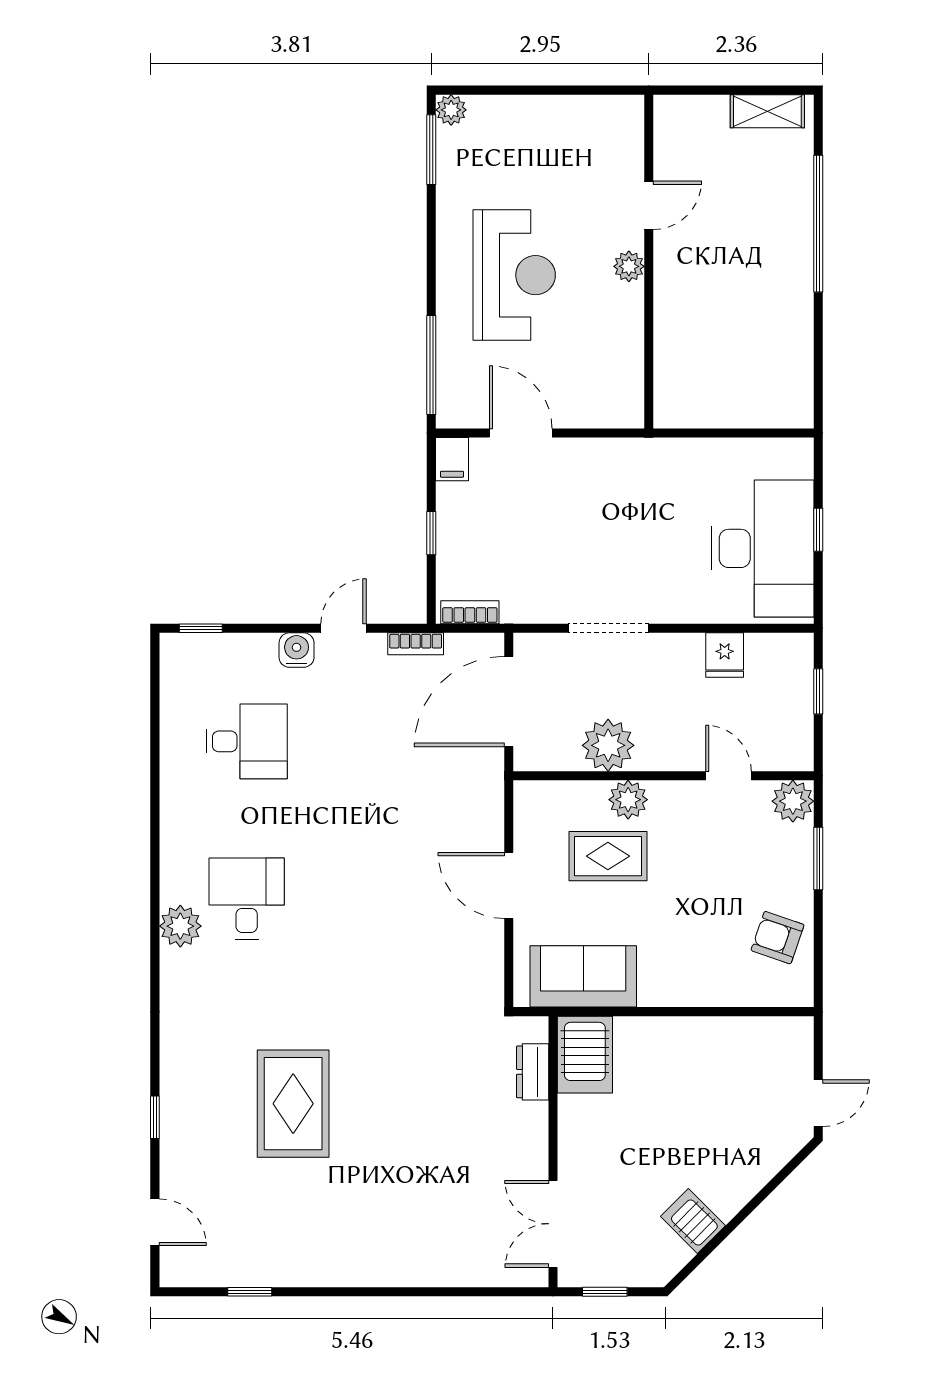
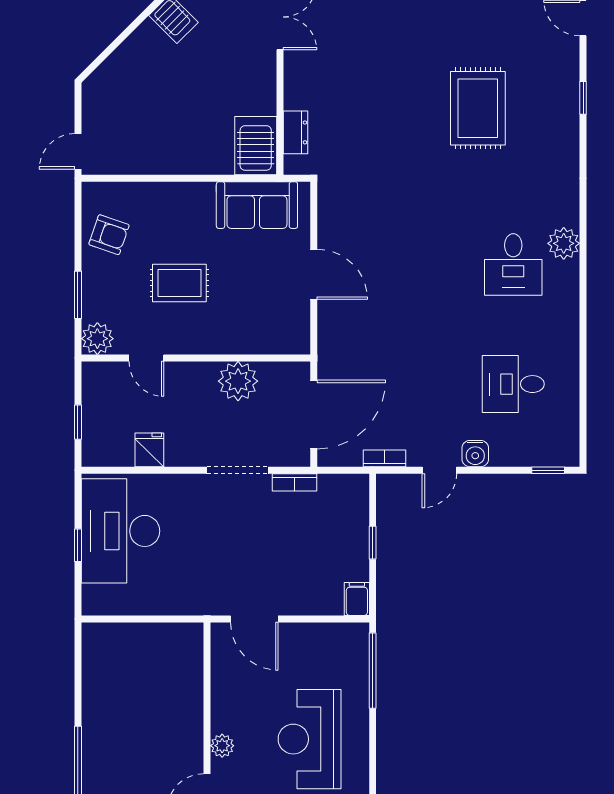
door: (521, 433) -> (254, 619), moved
bookcase: (470, 612) -> (294, 482), moved
plant: (628, 800) -> (223, 340), removed
rug: (608, 856) -> (179, 283), moved
door: (818, 1103) -> (78, 151), moved

